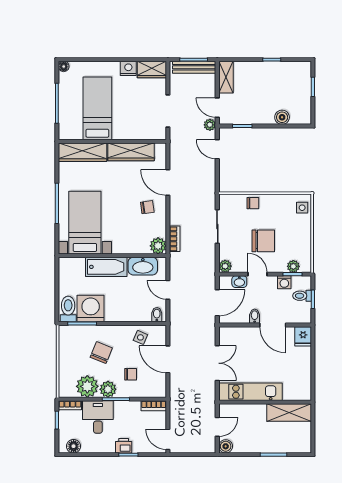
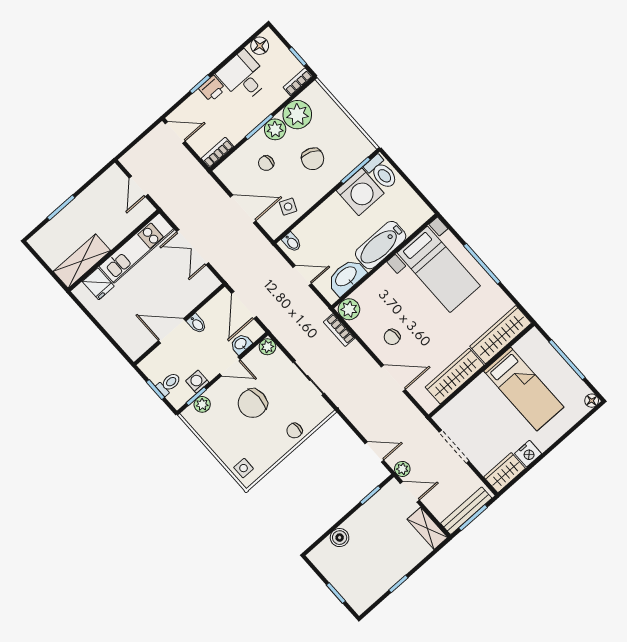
fridge: (303, 336) -> (98, 284), moved, turned 180
desk: (98, 417) -> (243, 76), moved, turned 180
boiler: (226, 446) -> (114, 175), removed

